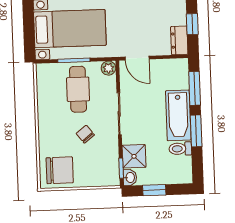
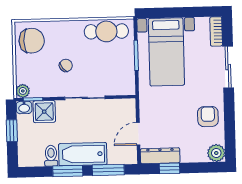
dresser: (179, 40) -> (160, 156), width x1.44
door: (137, 58) -> (138, 134), moved
plant: (108, 68) -> (23, 91), moved
cafe table: (78, 89) -> (106, 31), moved
chair: (60, 170) -> (32, 41), turned -90

